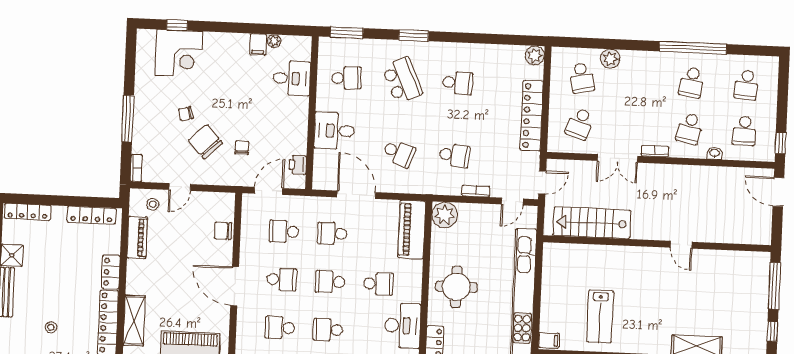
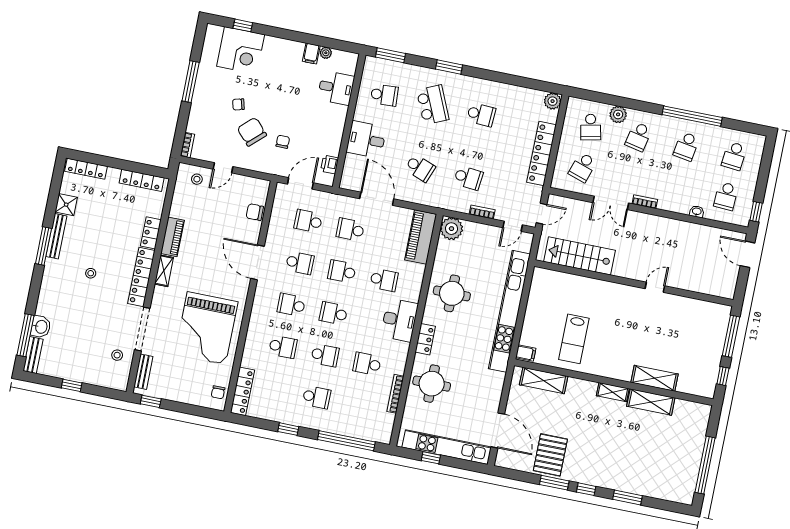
window: (128, 119) -> (191, 82), moved
school desk: (690, 129) -> (638, 137), moved
piano: (137, 237) -> (172, 237), moved
door: (681, 245) -> (655, 287), swing flipped
shelving: (134, 320) -> (164, 271), width x0.67, depth x0.75

